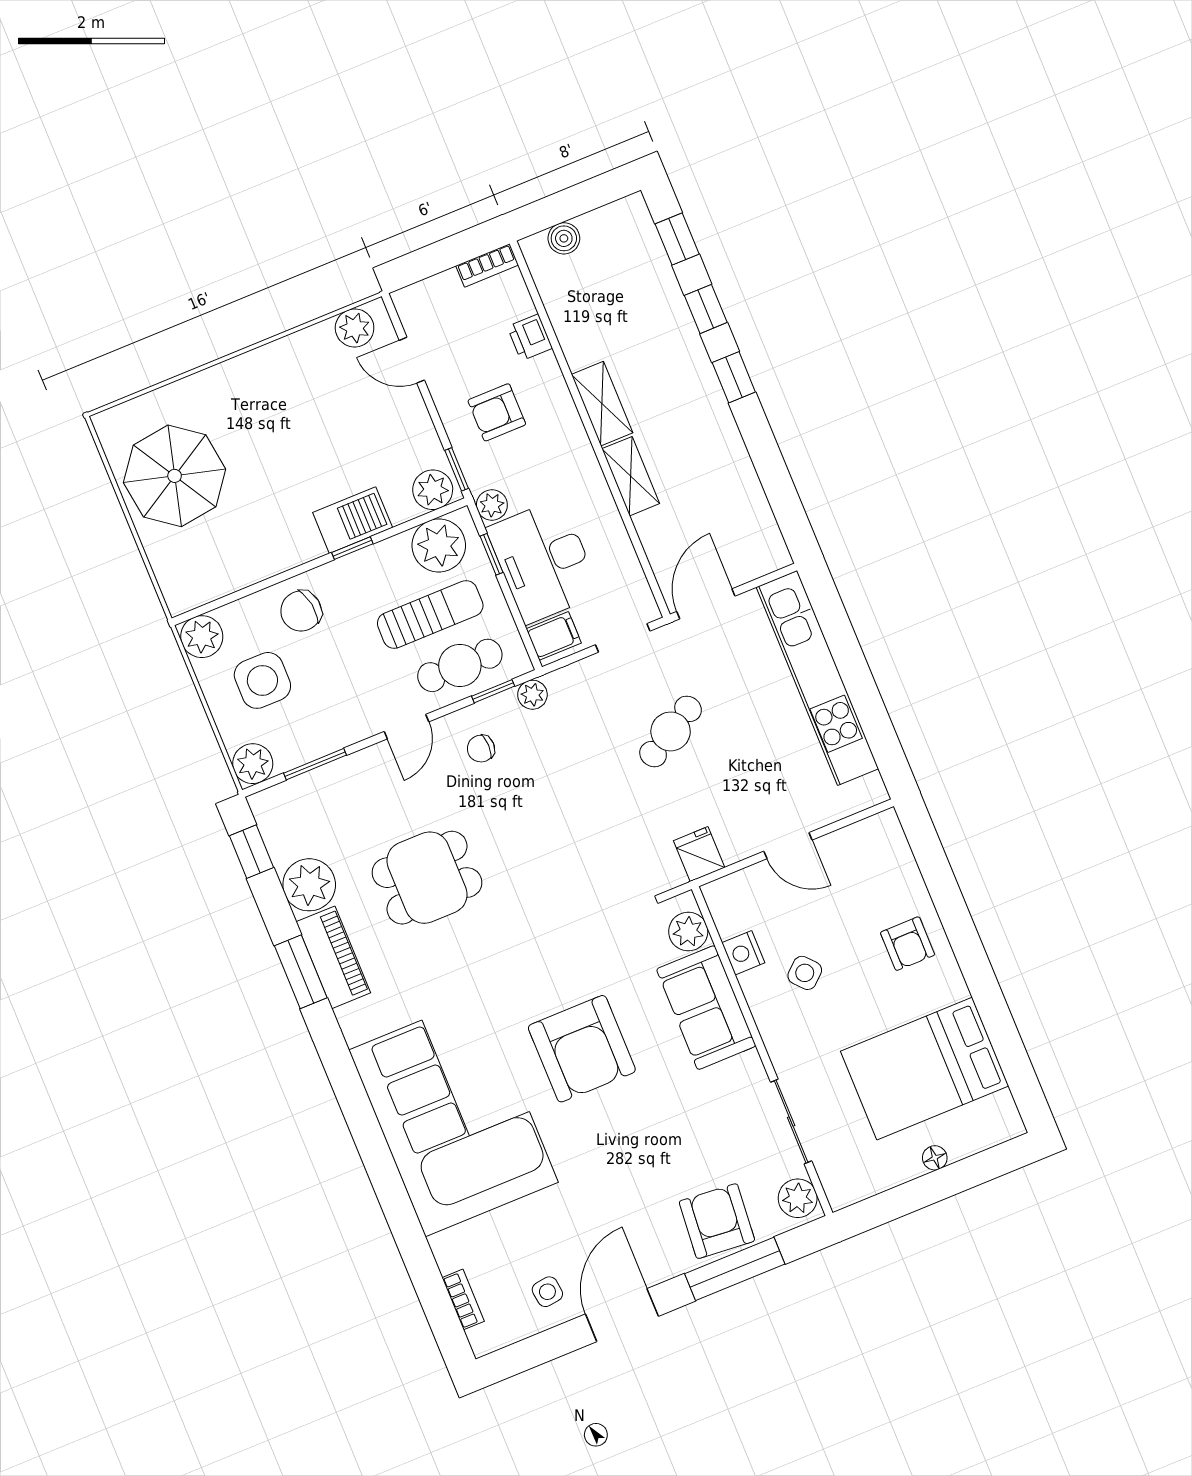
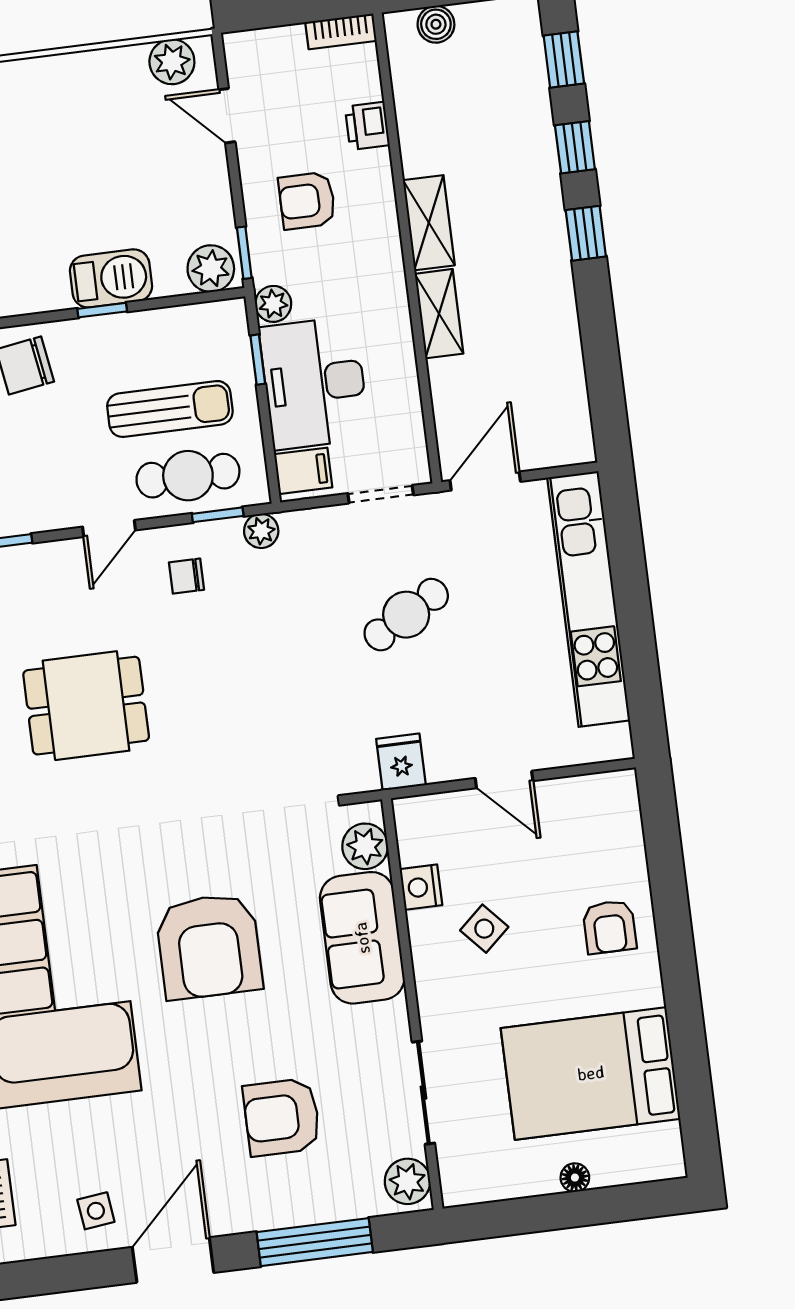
plant: (439, 545) -> (201, 333), removed
armchair: (717, 1221) -> (282, 1117), moved, turned -95

